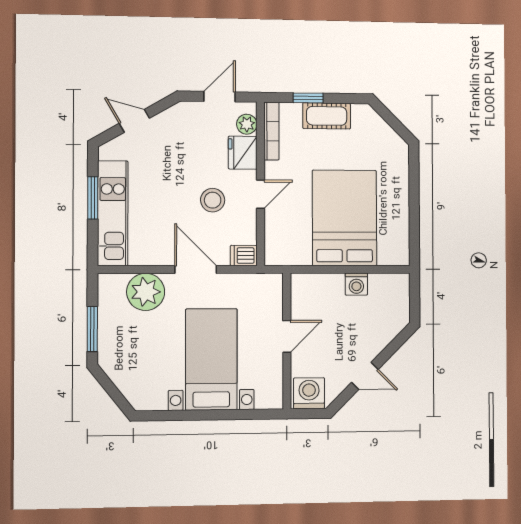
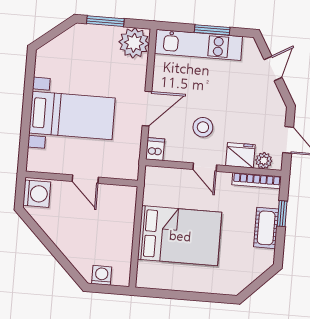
washing machine: (356, 284) -> (102, 275), moved, turned 90
plant: (146, 292) -> (134, 43), moved
door: (365, 376) -> (47, 242), removed

